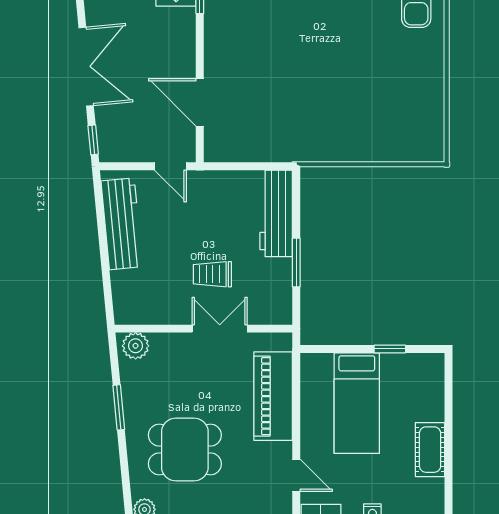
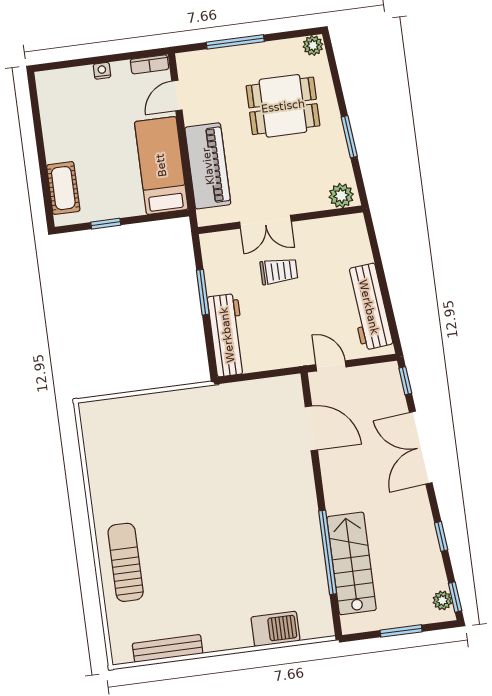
bed: (357, 403) -> (161, 165), moved
cot: (430, 450) -> (63, 188), moved
door: (296, 475) -> (177, 96), hinge flipped

